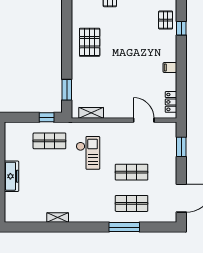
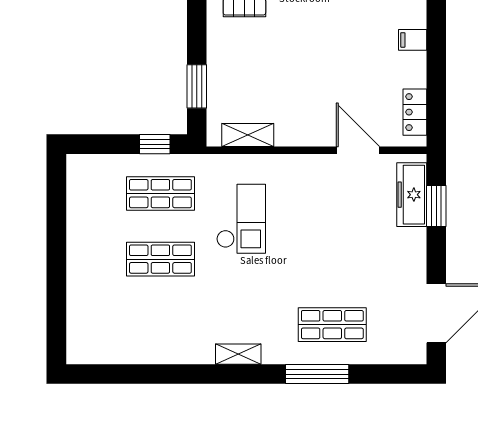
shop shelf: (132, 172) -> (160, 259), moved
freezer: (11, 176) -> (412, 195), moved, turned 180
shelving: (58, 218) -> (238, 354), moved

